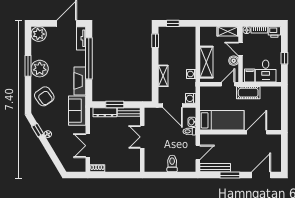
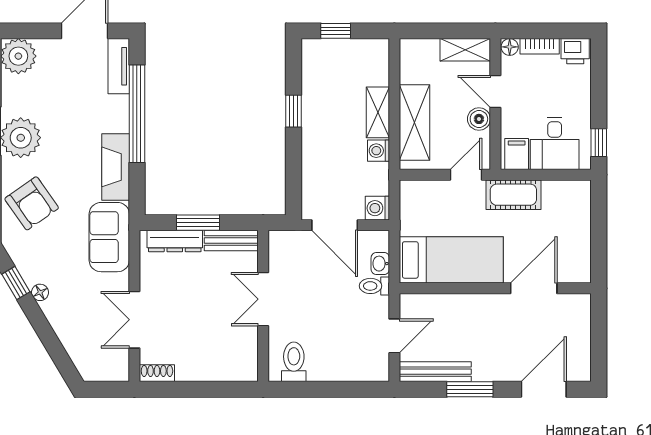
window: (155, 41) -> (293, 111), moved
window: (284, 58) -> (599, 143), moved
shelving: (163, 76) -> (378, 112), moved
toilet: (172, 163) -> (294, 362), moved

